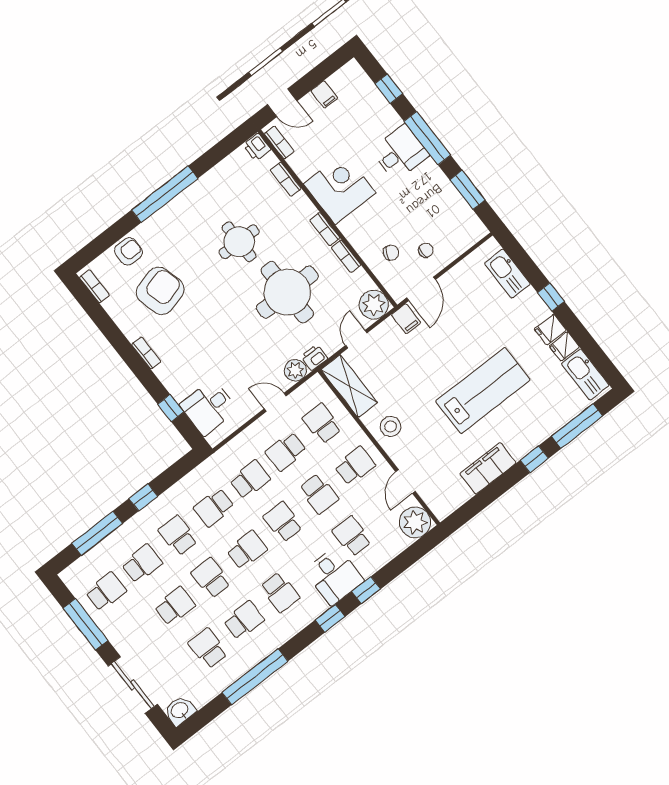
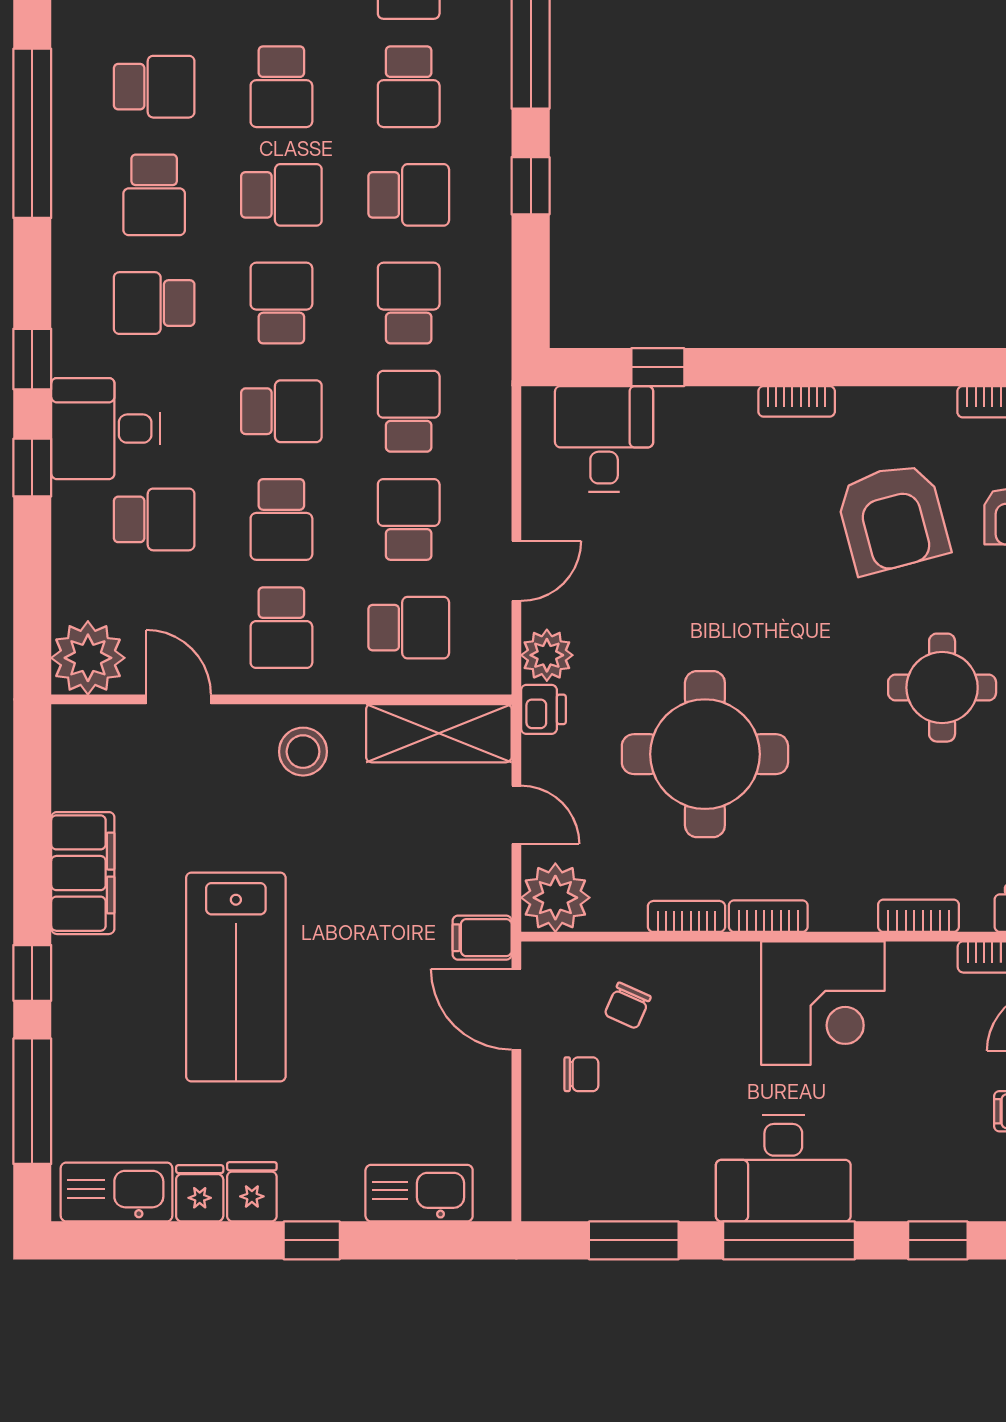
desk: (400, 153) -> (783, 1168), width x1.37
round table: (239, 242) -> (942, 688), moved
chair: (426, 250) -> (581, 1074), turned -90
school desk: (250, 480) -> (409, 411), turned 180
school desk: (319, 494) -> (281, 519), turned -90
school desk: (247, 550) -> (281, 303), turned 180

